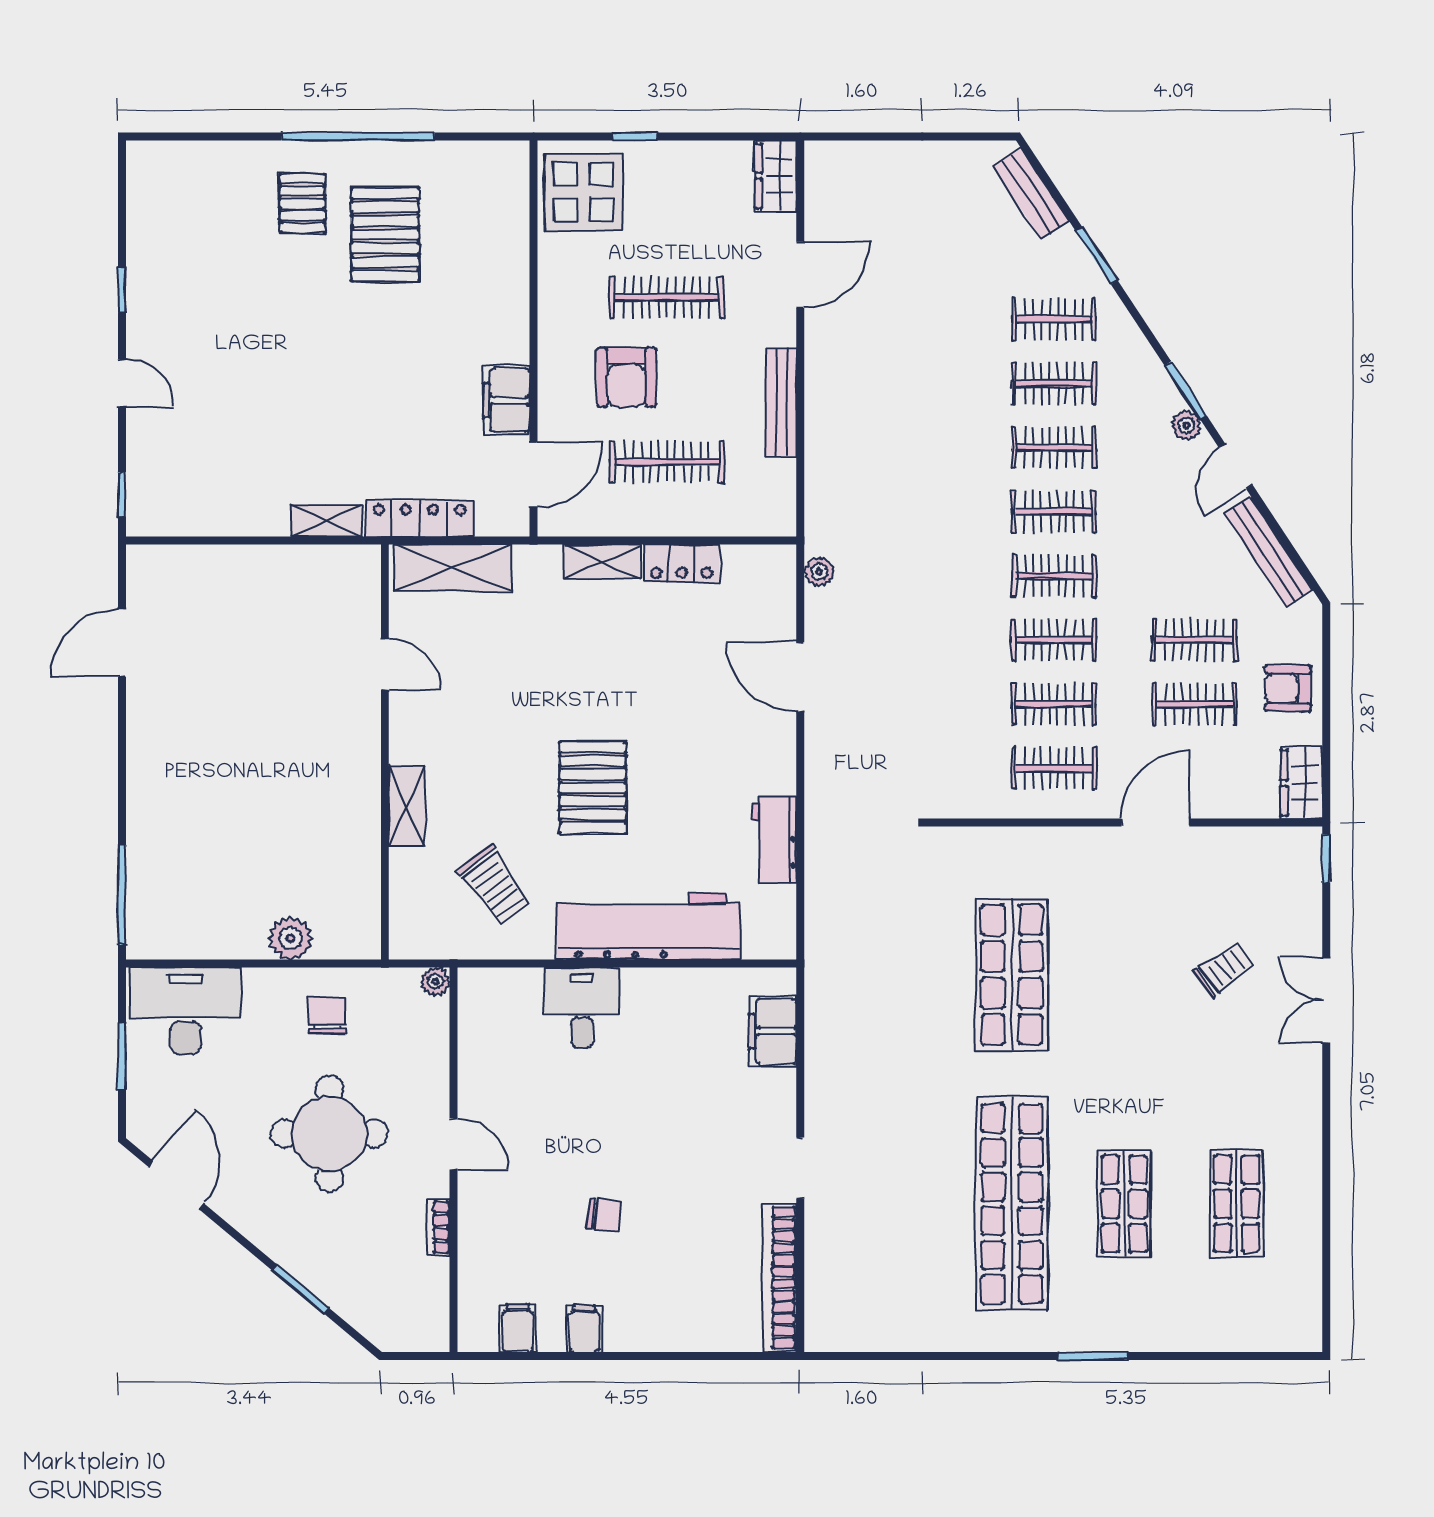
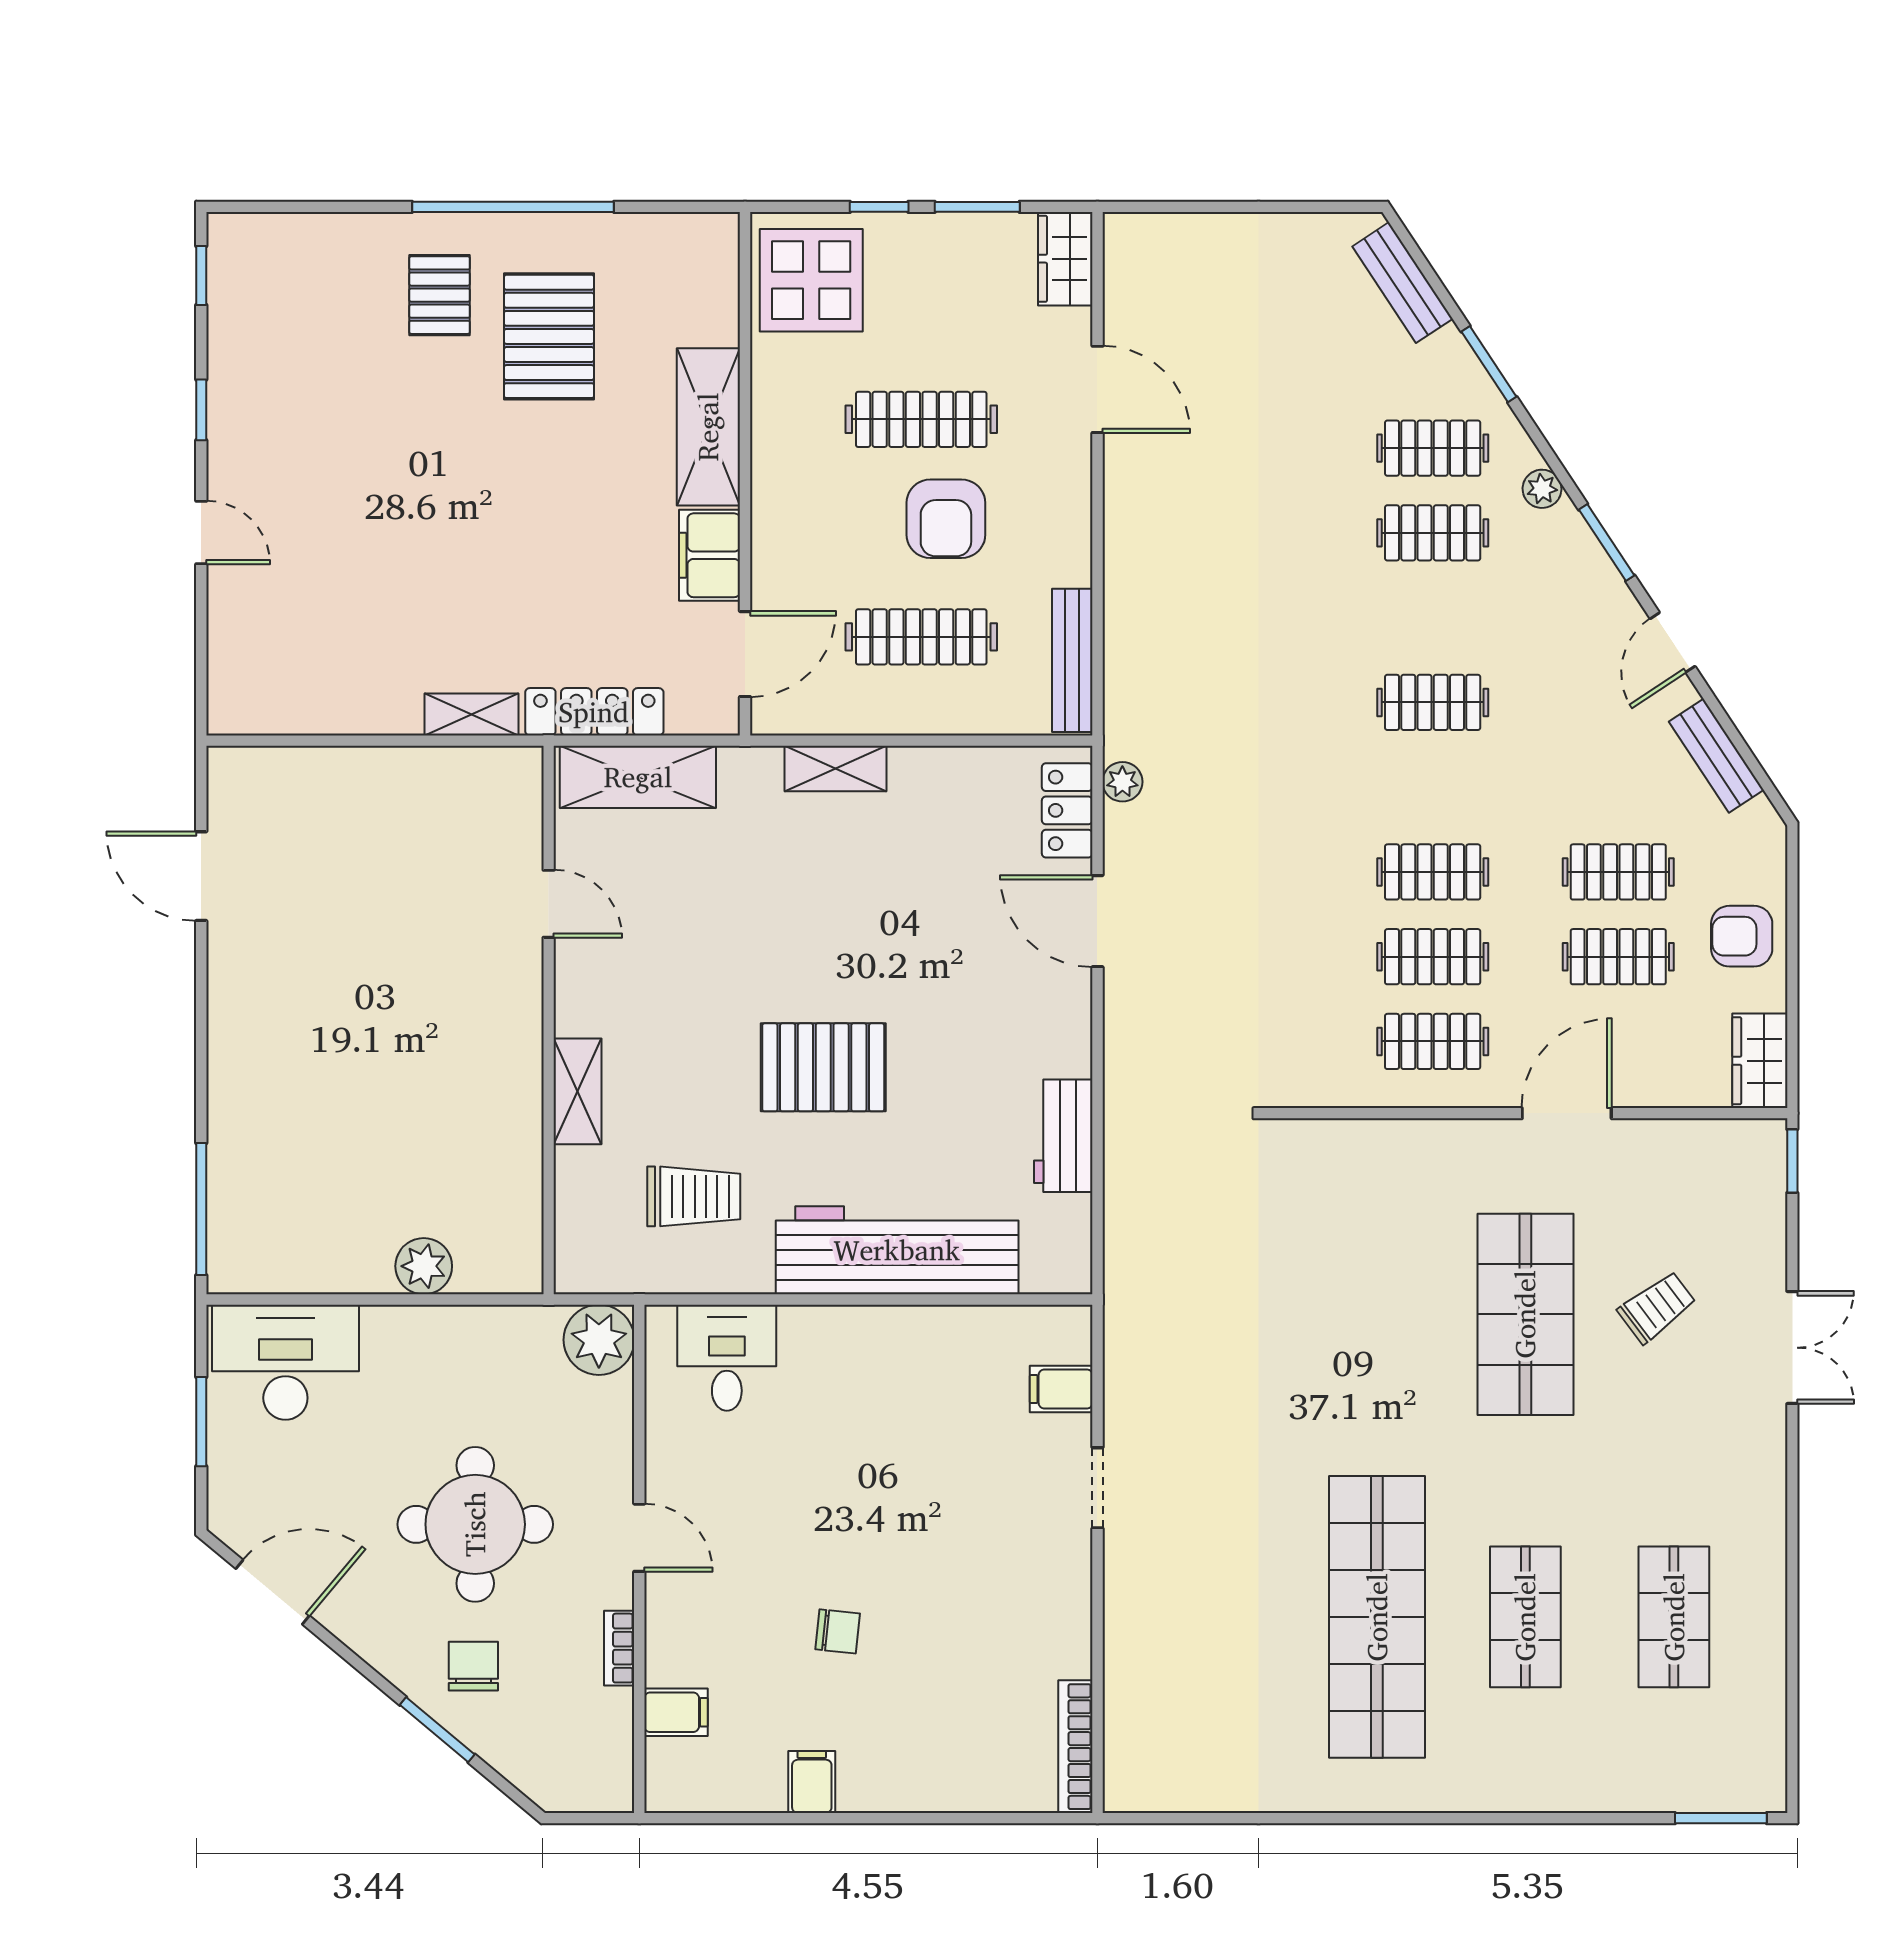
window: (709, 137) -> (977, 207), added
door: (800, 275) -> (1097, 389), hinge flipped
shelving: (506, 303) -> (708, 427), added
armchair: (626, 377) -> (946, 519), moved
bench: (781, 402) -> (1072, 660), moved
plant: (1187, 425) -> (1542, 489), moved
clothes rail: (1054, 447) -> (1433, 618), removed
window: (122, 494) -> (201, 275), moved
bench: (1269, 552) -> (1716, 756), width x0.73
locker: (681, 563) -> (1067, 810), moved, turned 90
clothes rail: (1054, 576) -> (1433, 787), removed
door: (122, 643) -> (201, 876), hinge flipped
pallet: (593, 788) -> (823, 1067), turned 90
trolley: (495, 886) -> (694, 1196), turned -54
shop shelf: (1012, 975) -> (1525, 1314), moved
plant: (435, 982) -> (599, 1340), width x1.88, depth x1.88
double door: (1326, 1000) -> (1792, 1348), swing flipped
desk: (582, 1008) -> (727, 1358), moved
chair: (327, 1016) -> (473, 1666), moved
filing cabinet: (773, 1031) -> (1061, 1389), width x0.50
doorway: (800, 1168) -> (1097, 1488), moved
door: (176, 1185) -> (273, 1592), hinge flipped
bookcase: (780, 1278) -> (1075, 1747), width x0.68, depth x0.76
filing cabinet: (518, 1328) -> (676, 1712), moved, turned 90
window: (1093, 1356) -> (1721, 1818), moved

